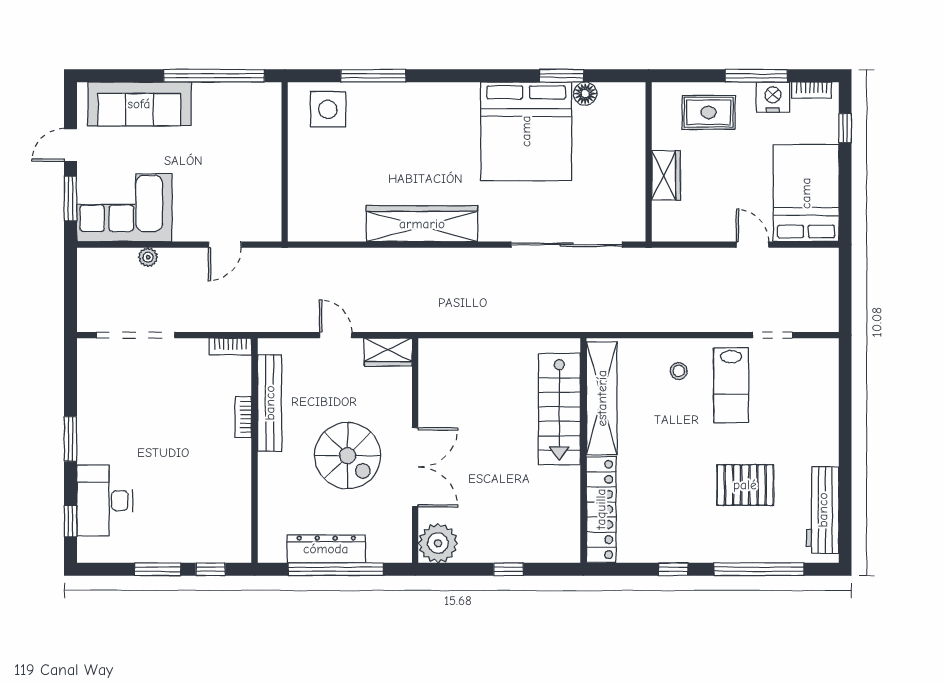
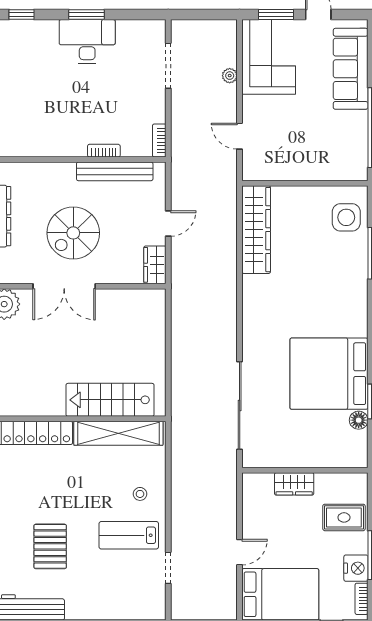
rug: (709, 112) -> (344, 517), turned 90
wardrobe: (422, 224) -> (256, 230), moved
doorway: (136, 335) -> (168, 66), width x0.73
desk: (105, 500) -> (87, 41), moved

